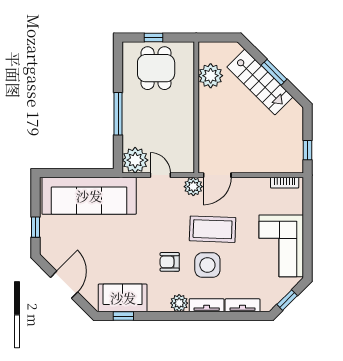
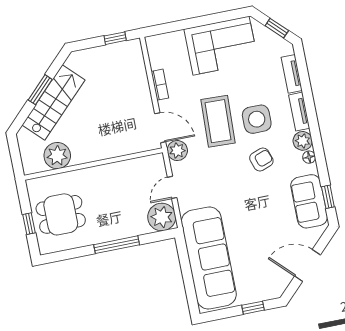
bookcase: (285, 183) -> (160, 85), moved
armchair: (170, 262) -> (261, 159), turned -109
floor lamp: (163, 306) -> (309, 157), added

